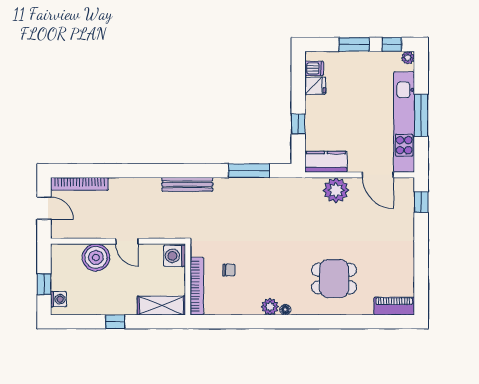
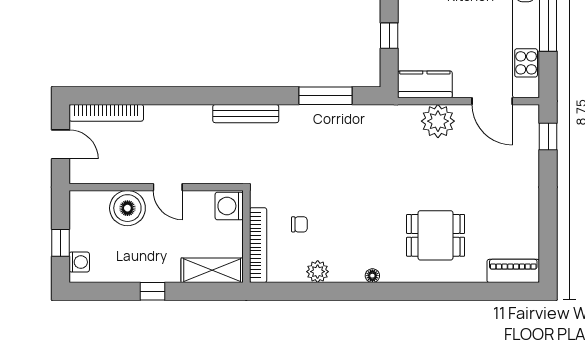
plant: (270, 307) -> (318, 272), moved

